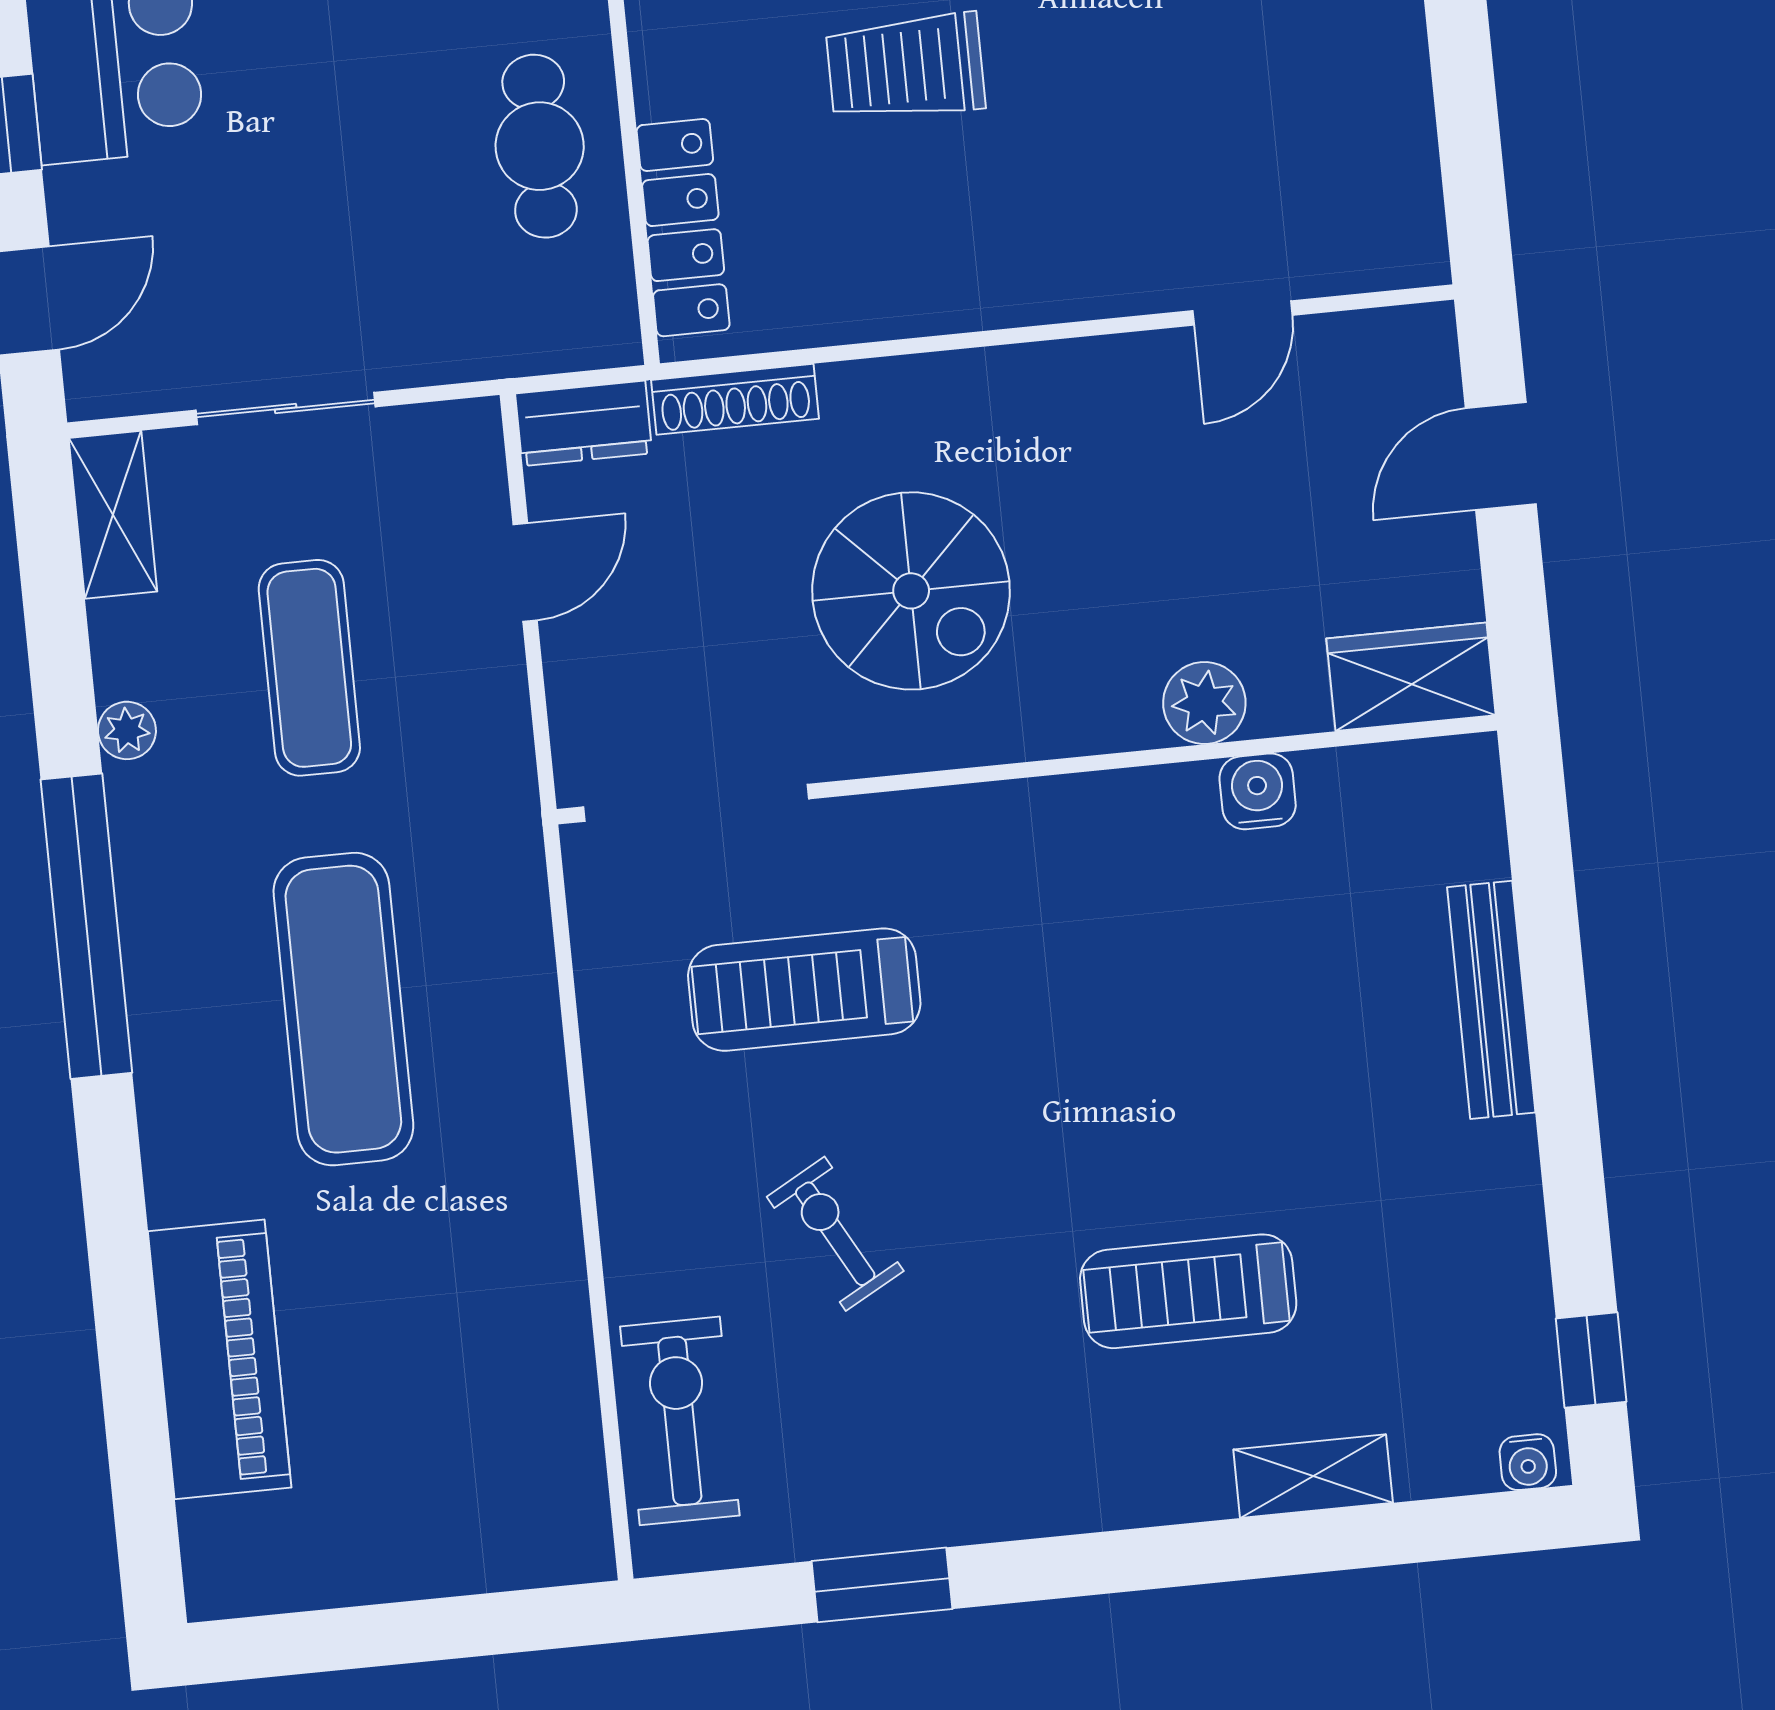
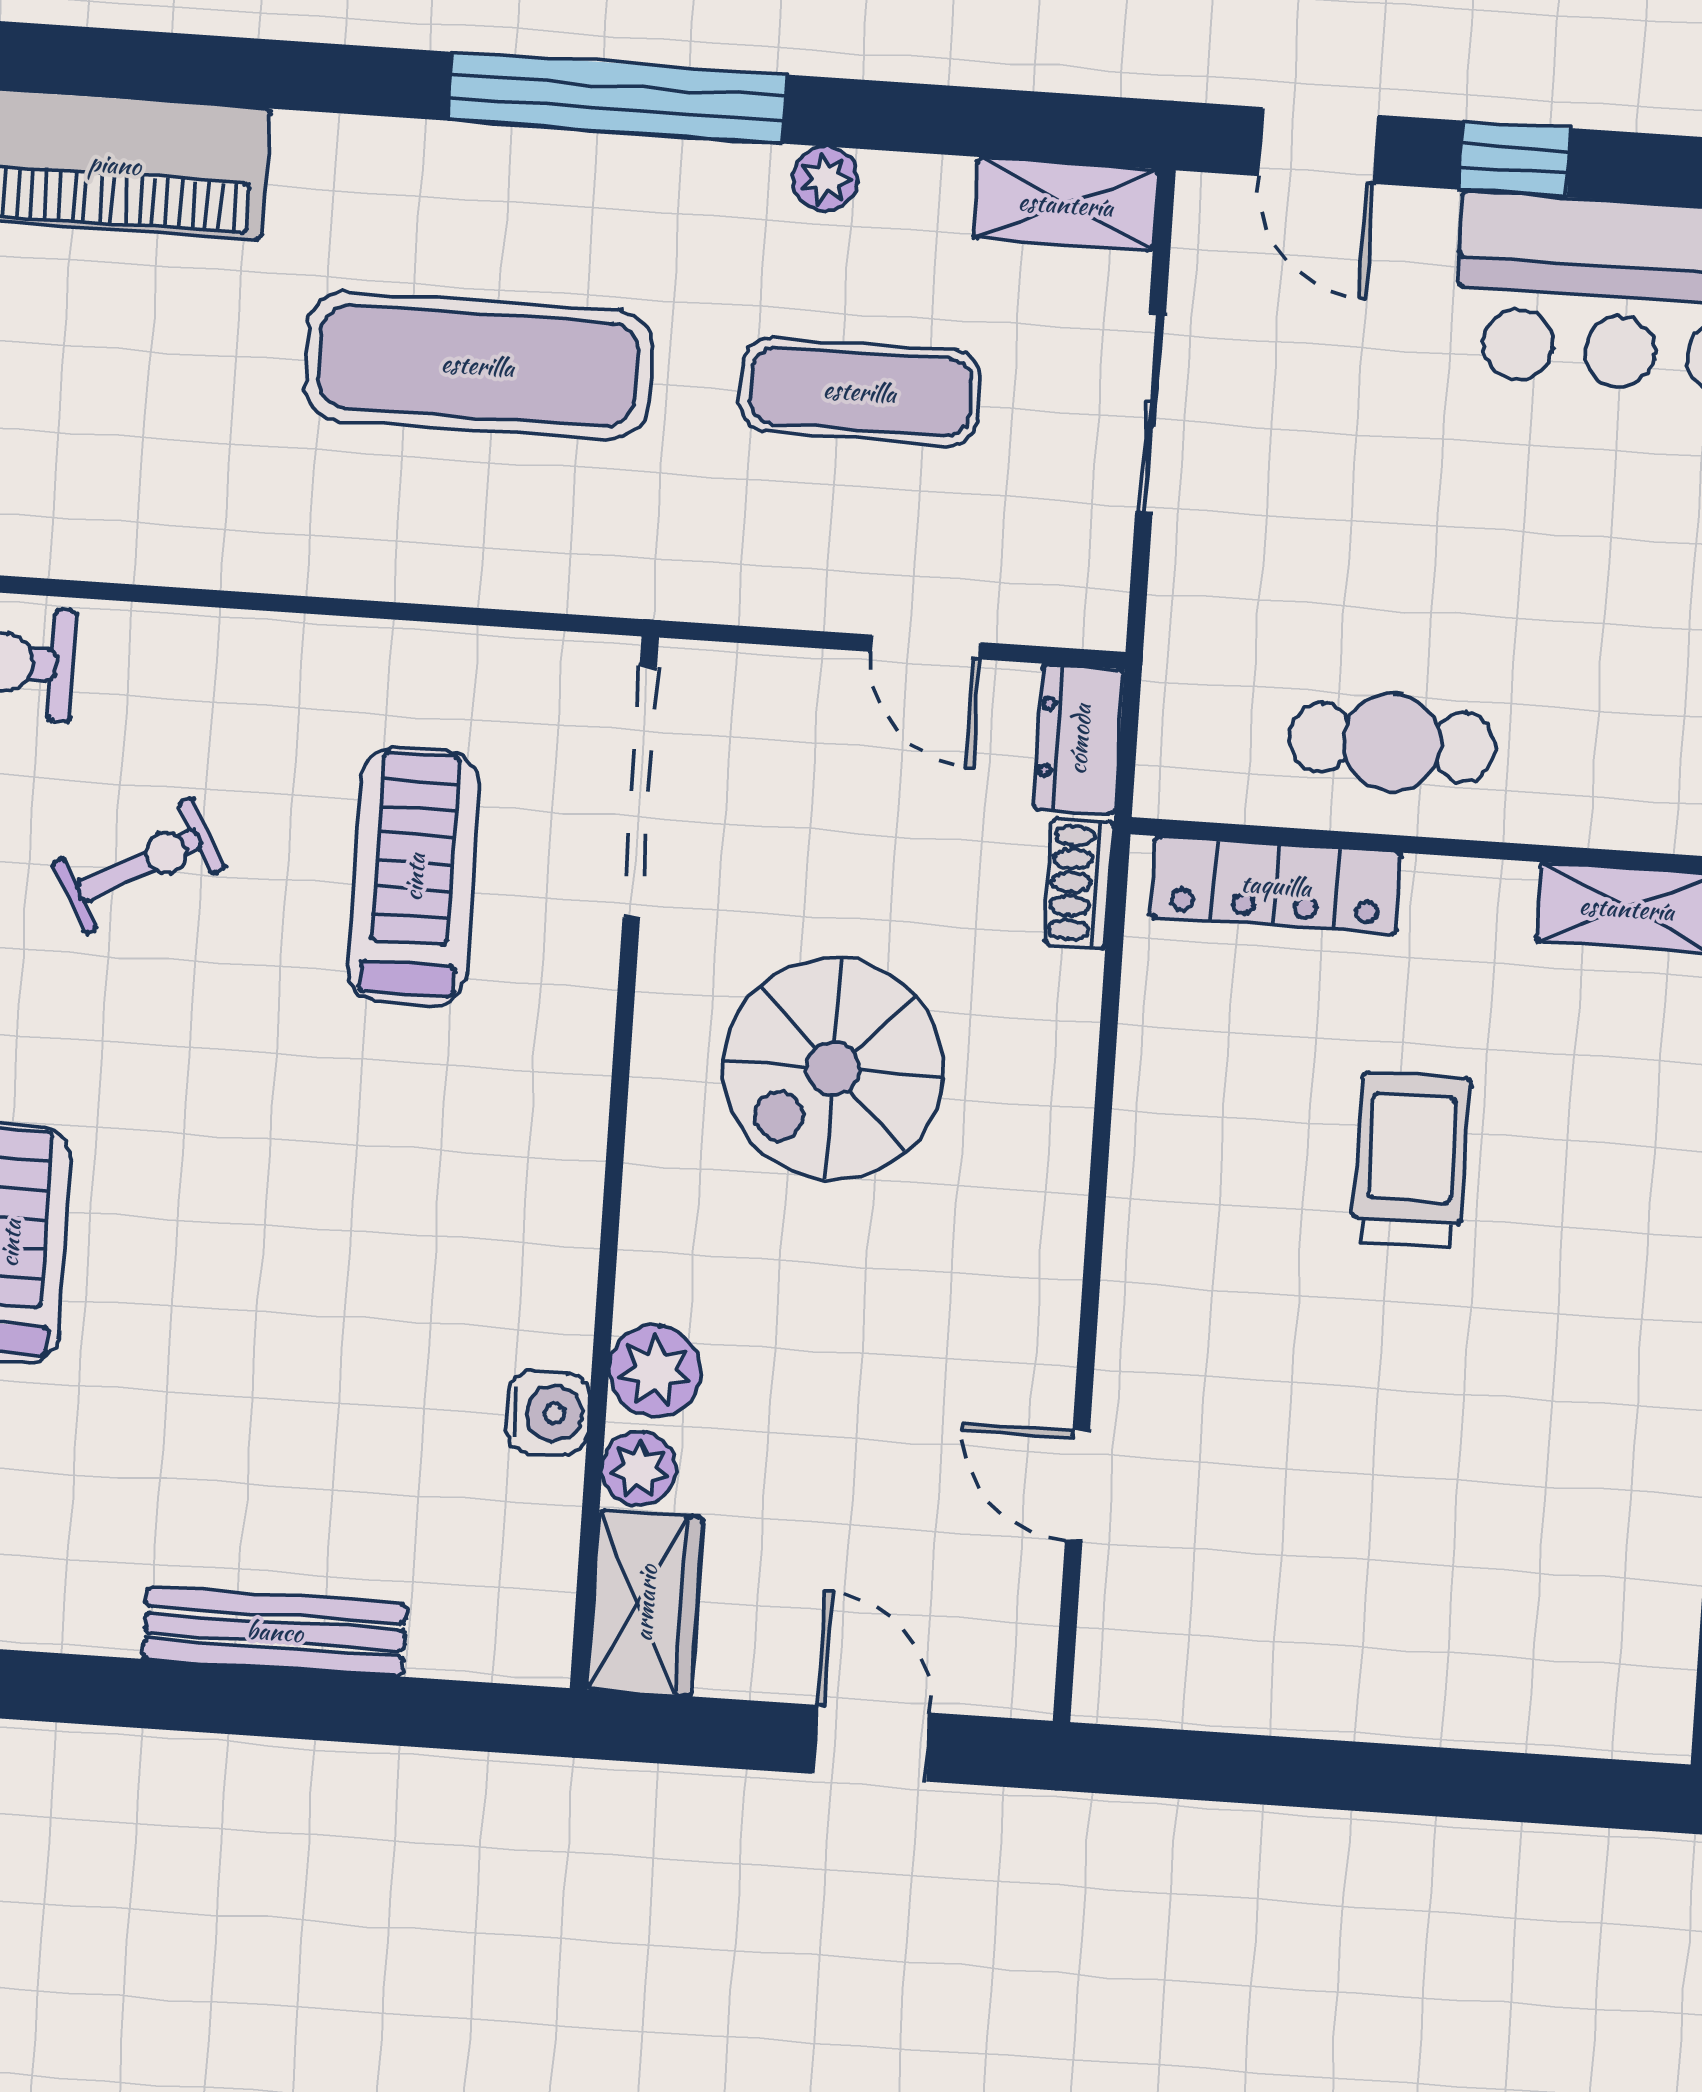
shoe rack: (735, 399) -> (1079, 883), width x0.70
plant: (1293, 702) -> (639, 1469), added

